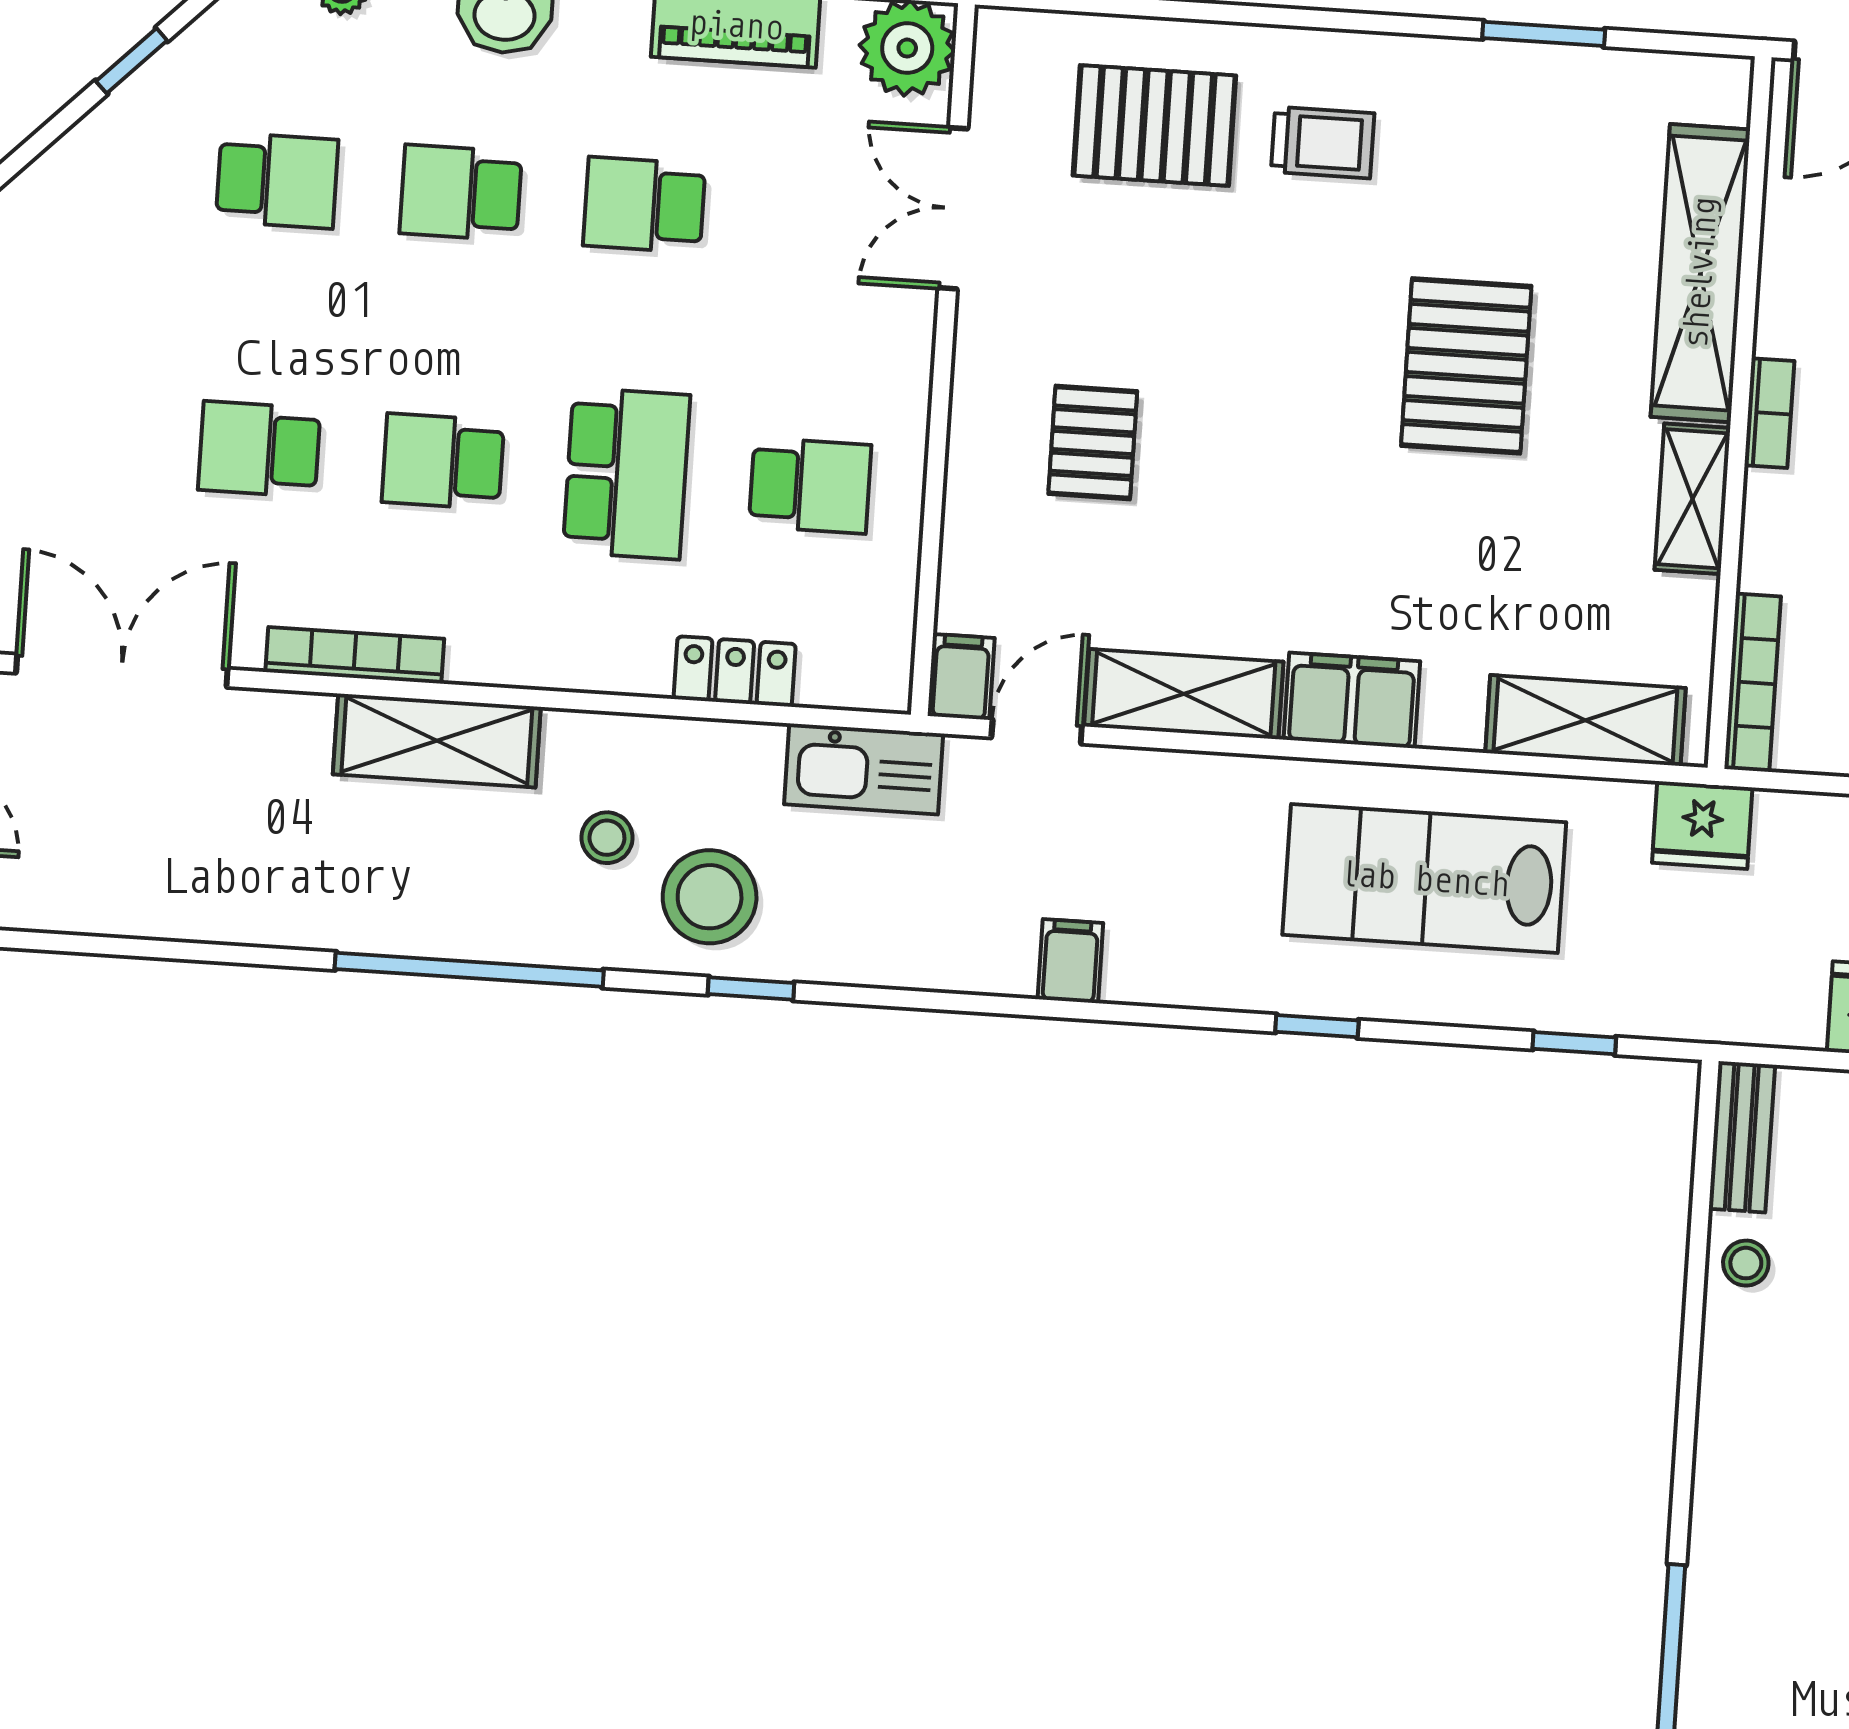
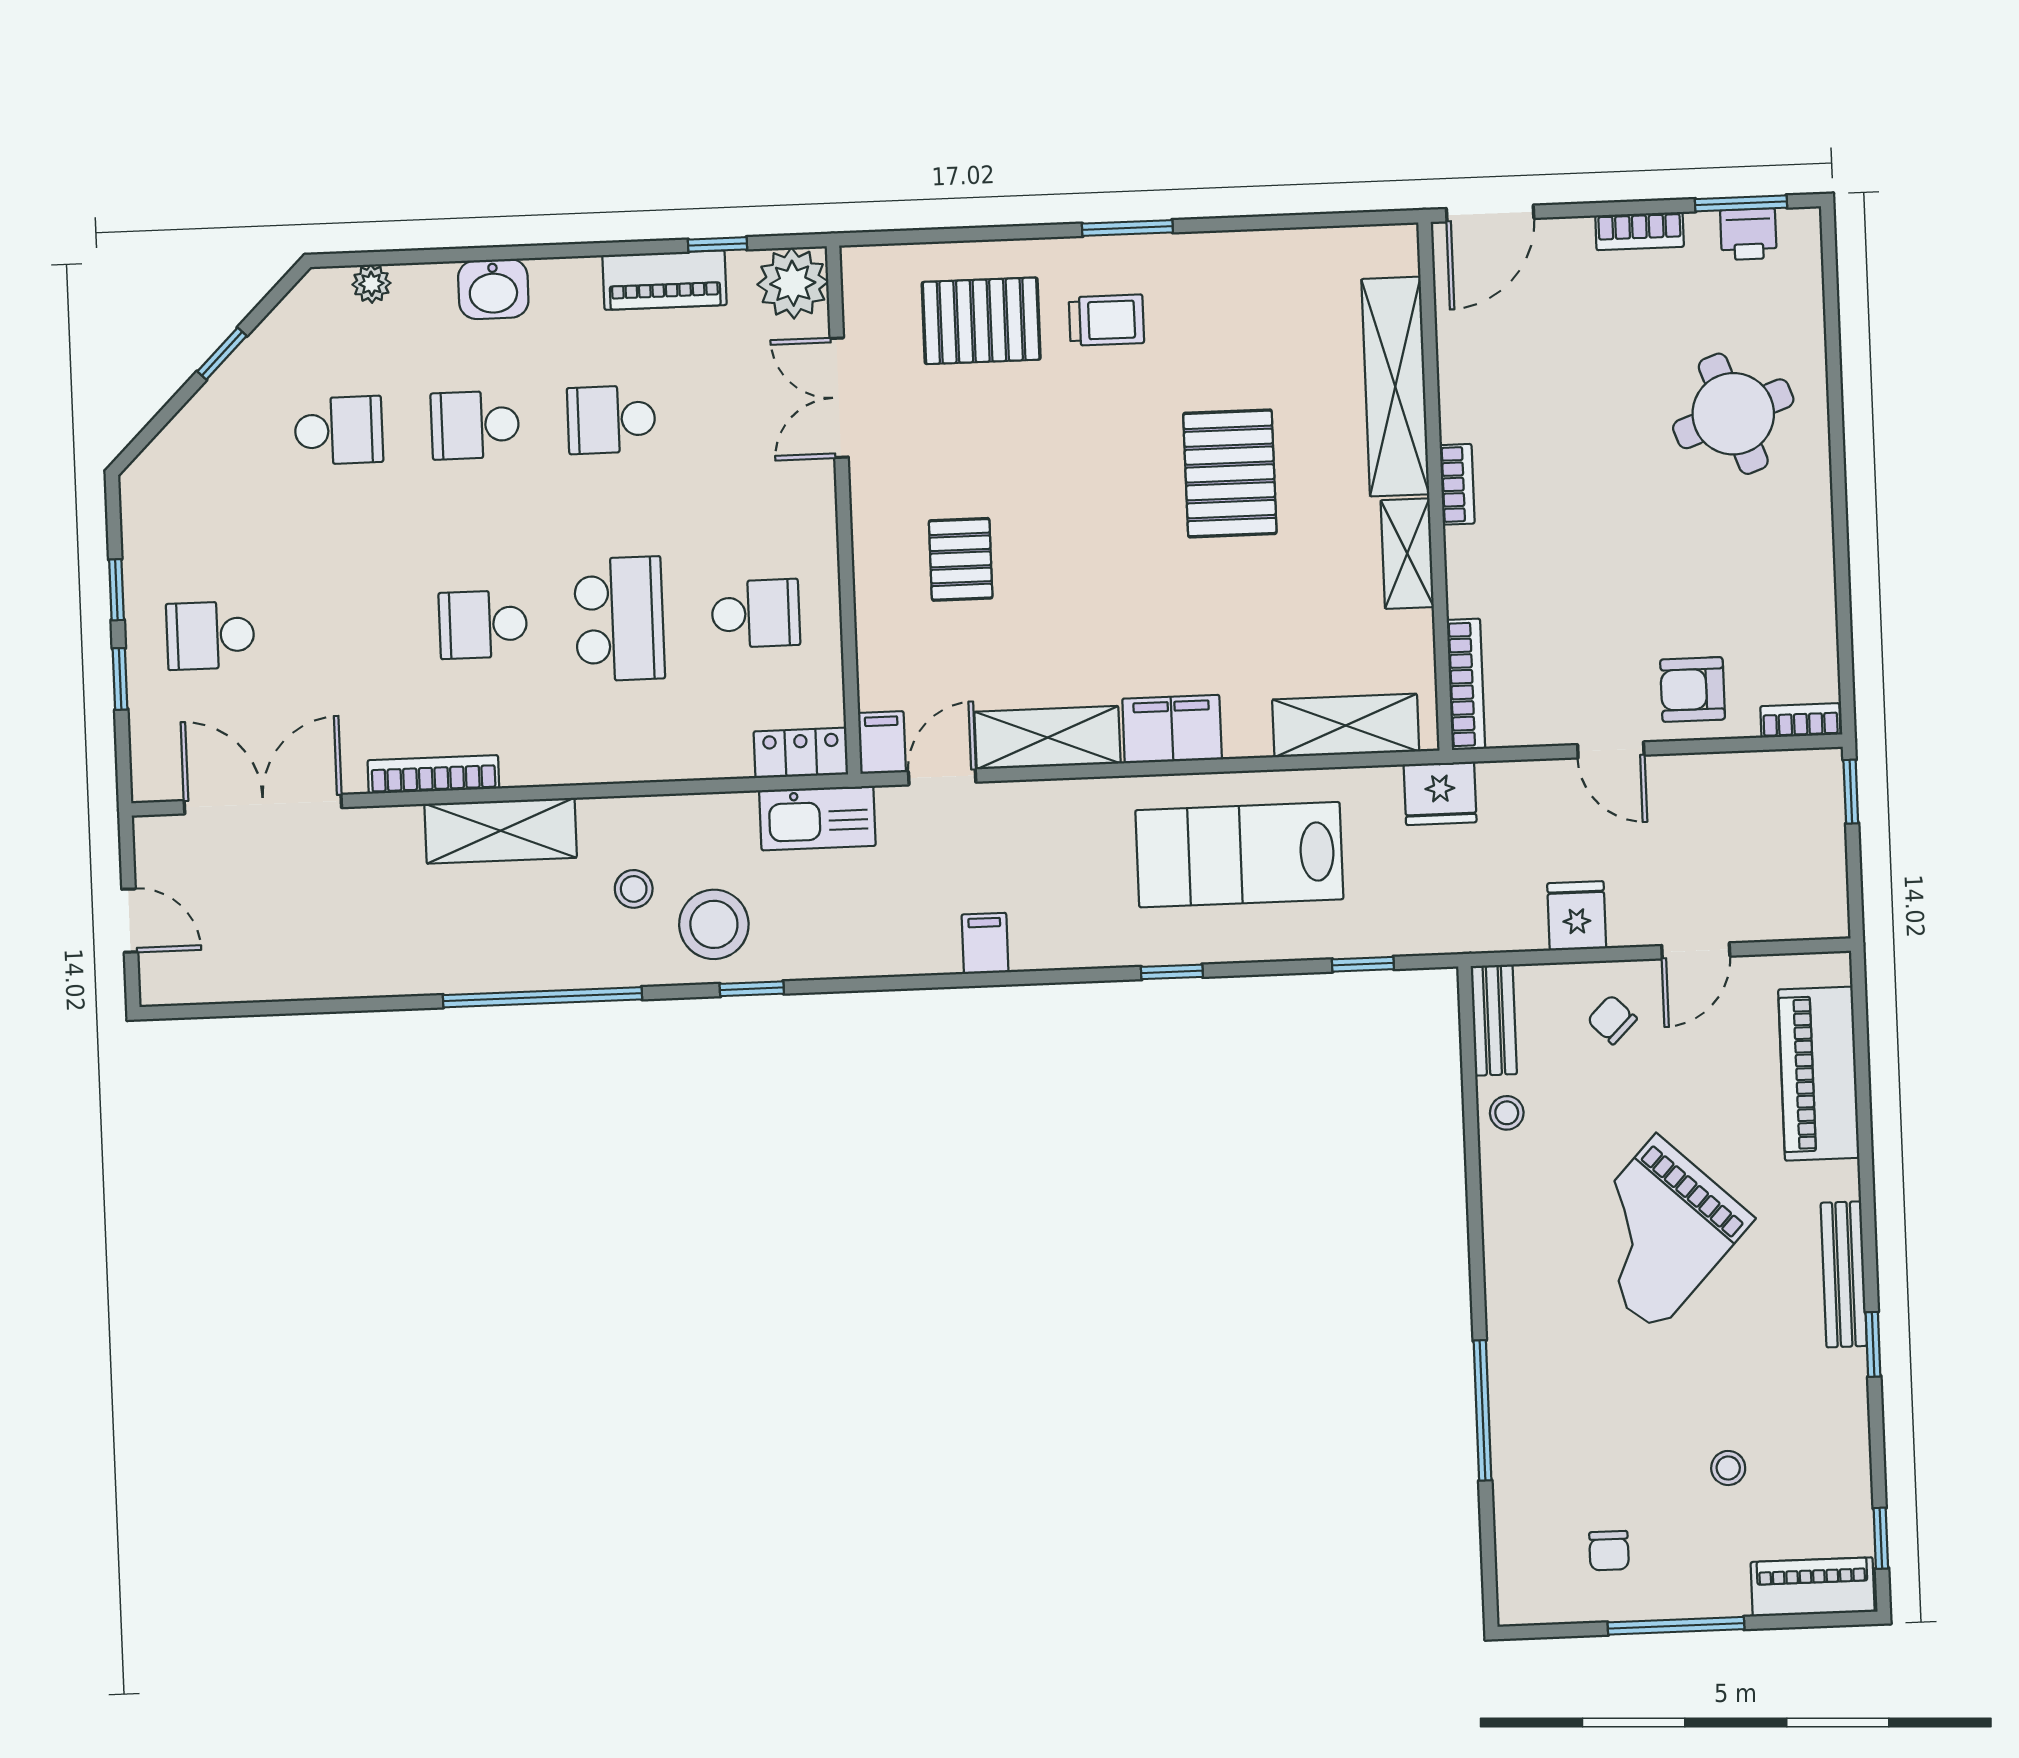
window: (1544, 34) -> (1127, 228), moved
school desk: (259, 449) -> (210, 635), moved
locker: (735, 671) -> (801, 753), moved

